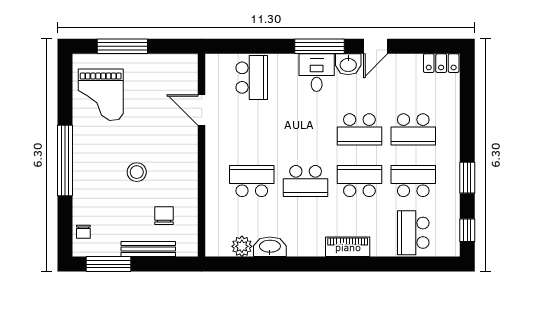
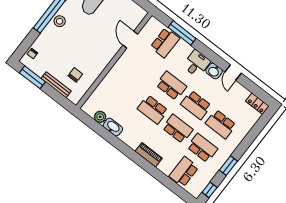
window: (319, 46) -> (182, 33), moved
door: (376, 46) -> (233, 73), hinge flipped
stool: (137, 172) -> (60, 21), moved
school desk: (252, 181) -> (171, 86), moved

